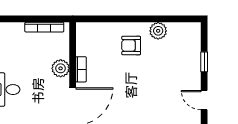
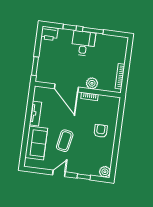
plant: (158, 31) -> (105, 172), moved
coffee table: (153, 98) -> (65, 141), added

